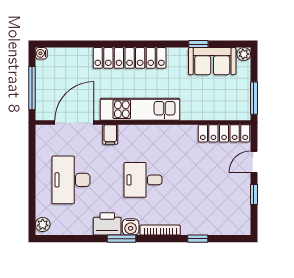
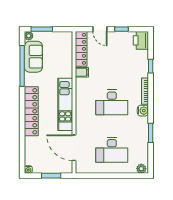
window: (198, 44) -> (22, 66), width x3.17
window: (32, 88) -> (51, 176), width x0.69
window: (254, 98) -> (42, 29), moved
filing cabinet: (110, 134) -> (82, 72), moved
desk: (143, 180) -> (112, 102), width x1.37
printer: (107, 224) -> (141, 40), moved
window: (121, 239) -> (151, 133), moved

